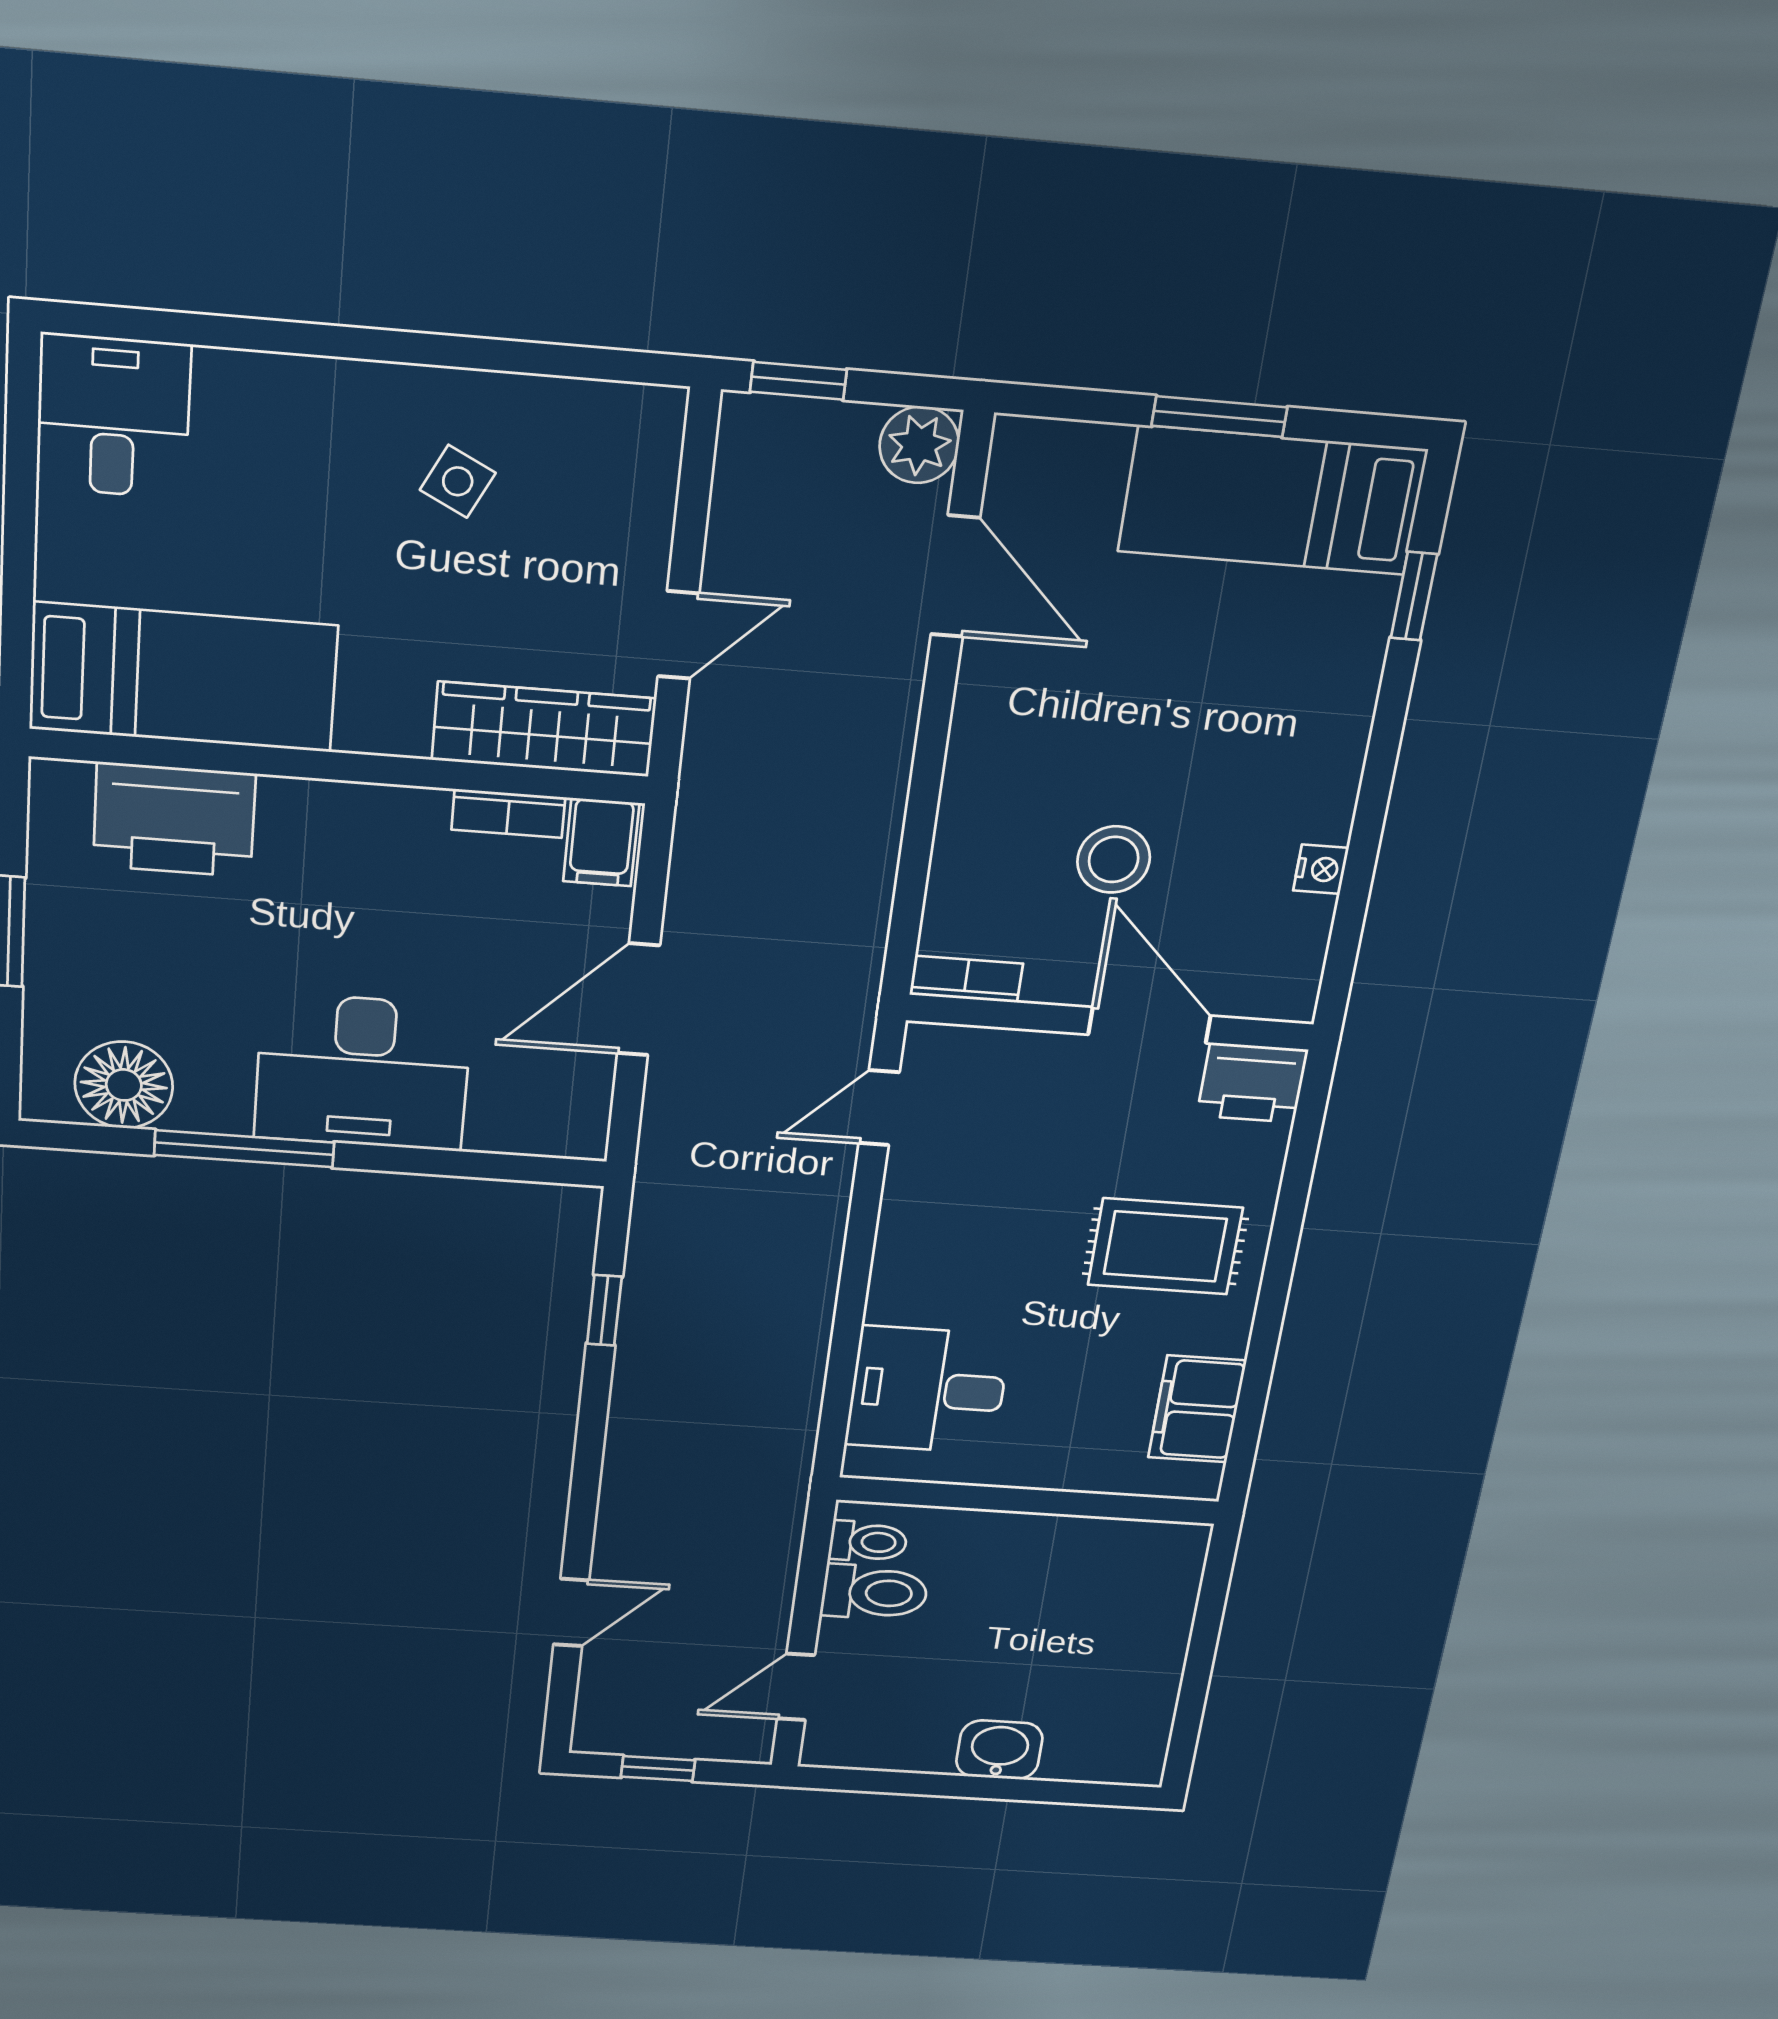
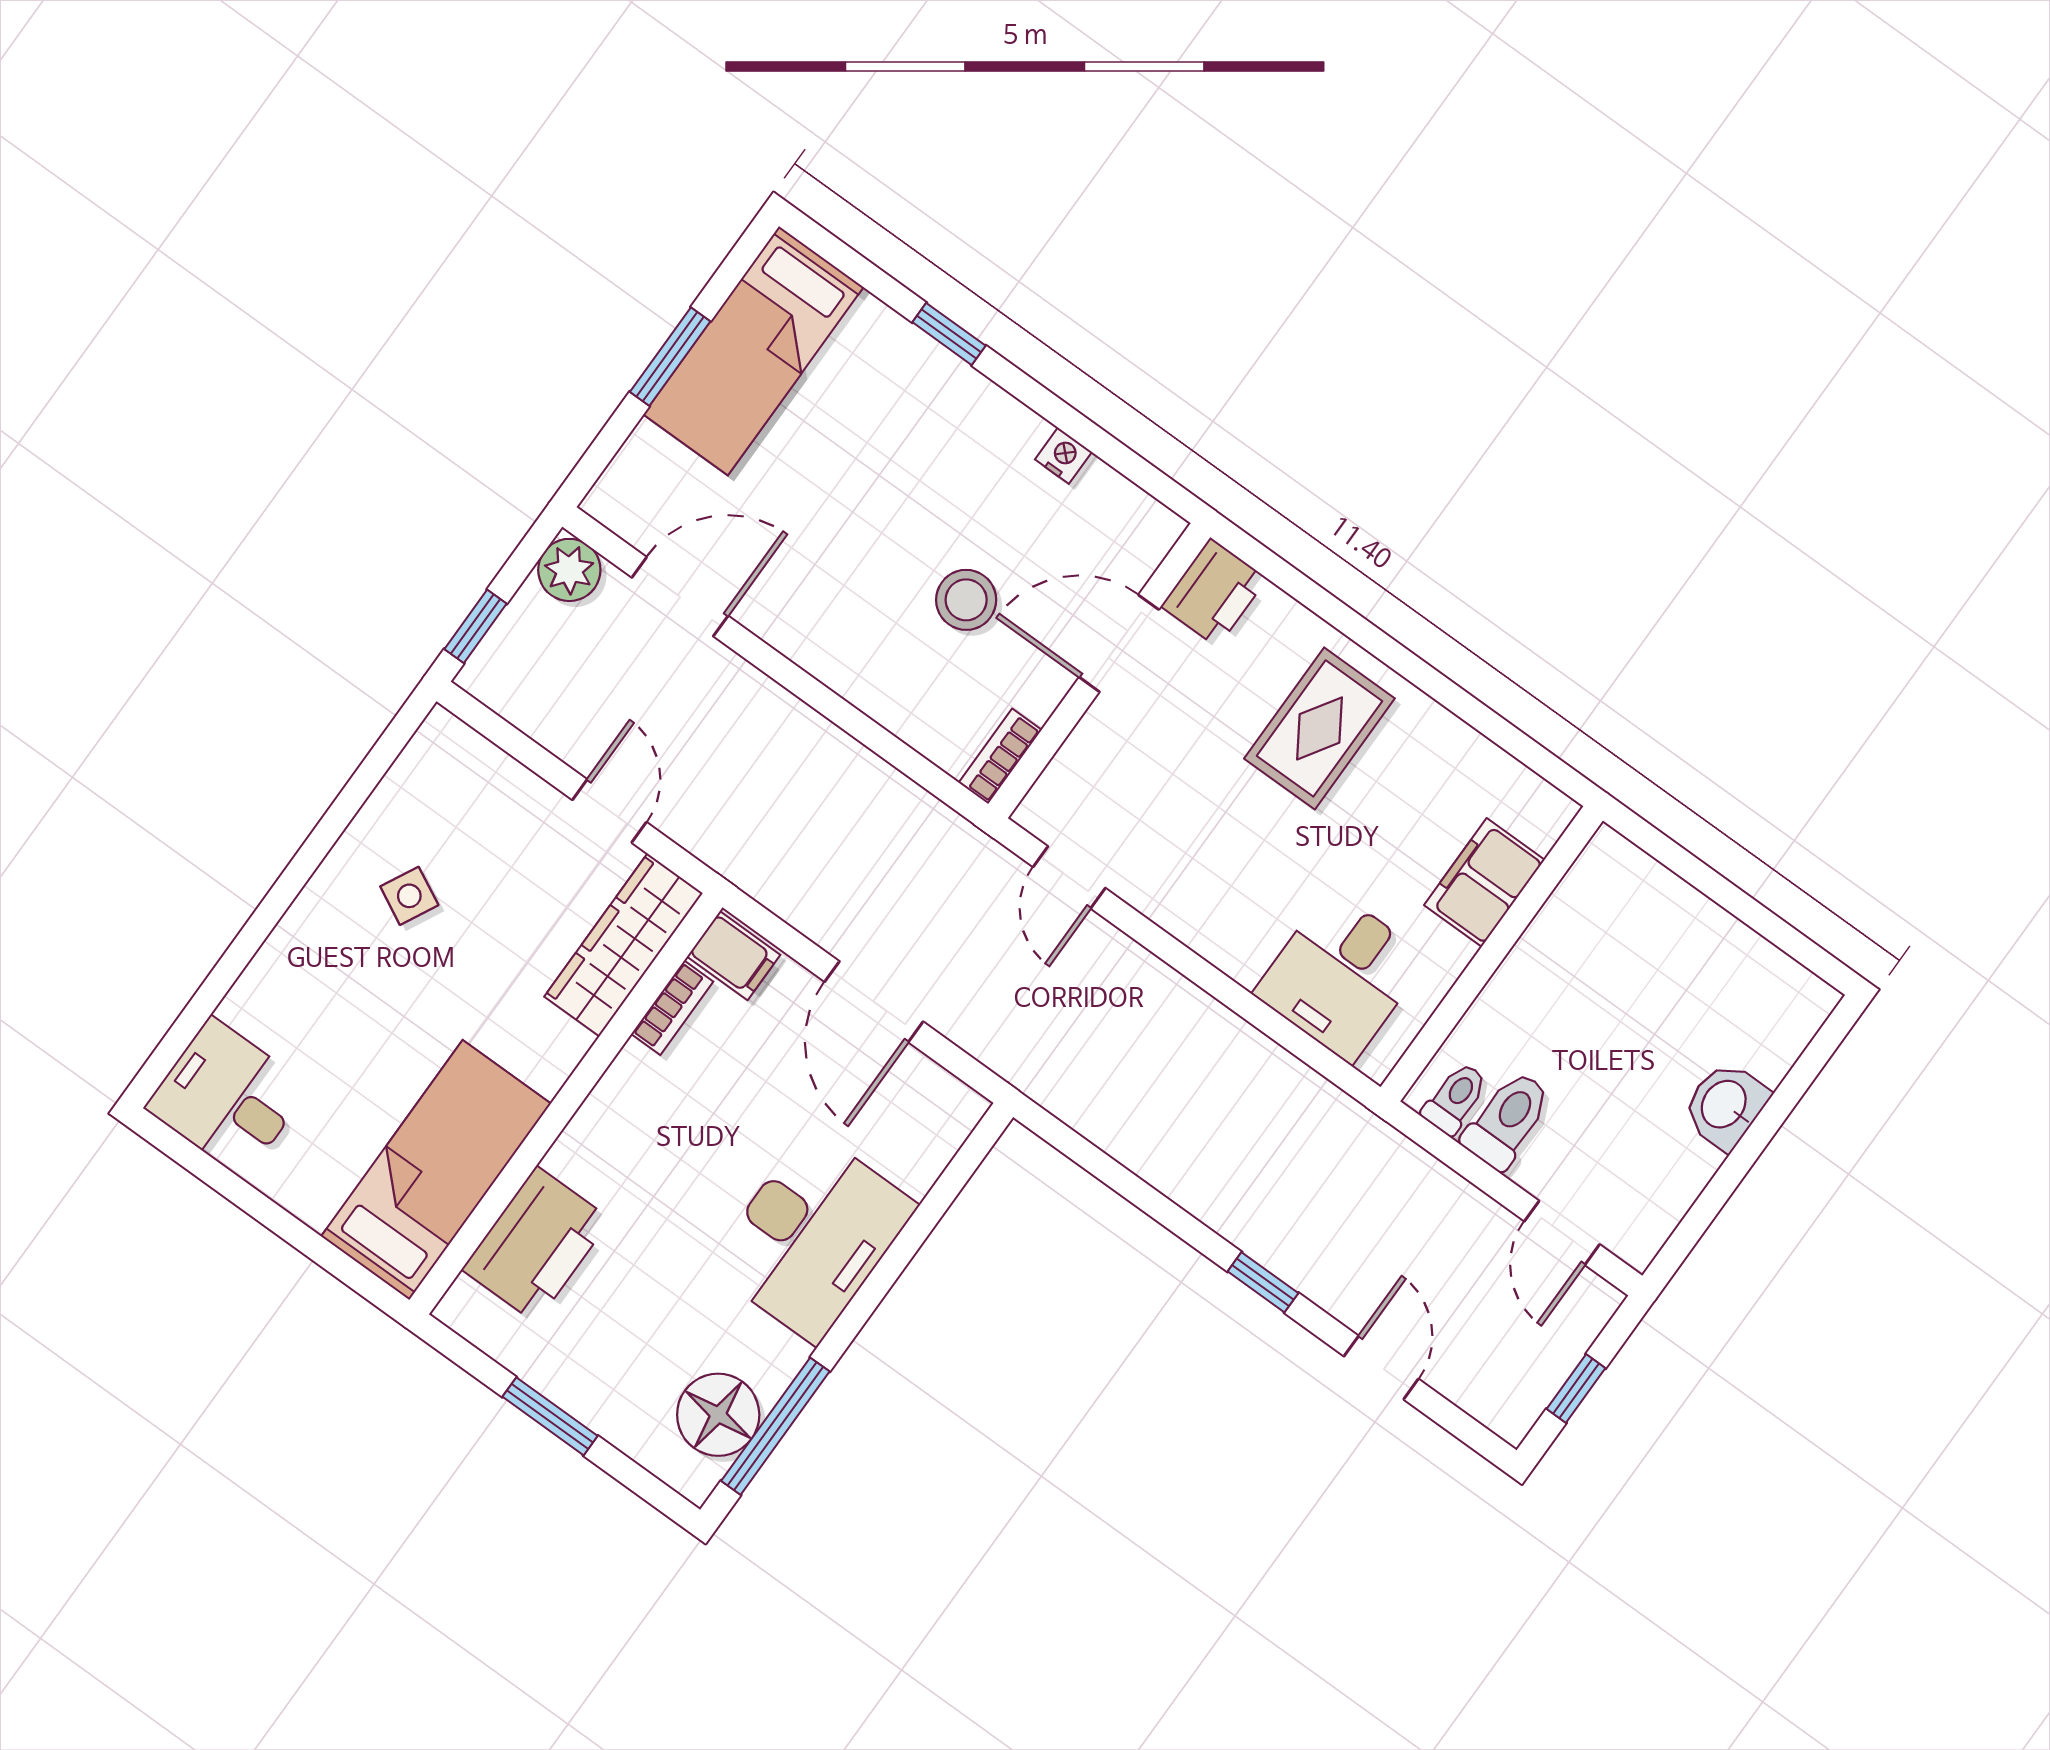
window: (1414, 596) -> (949, 334), moved
window: (244, 1149) -> (775, 1426), moved
window: (604, 1310) -> (1263, 1282), moved
filing cabinet: (1197, 1409) -> (1484, 882), moved, turned 90

